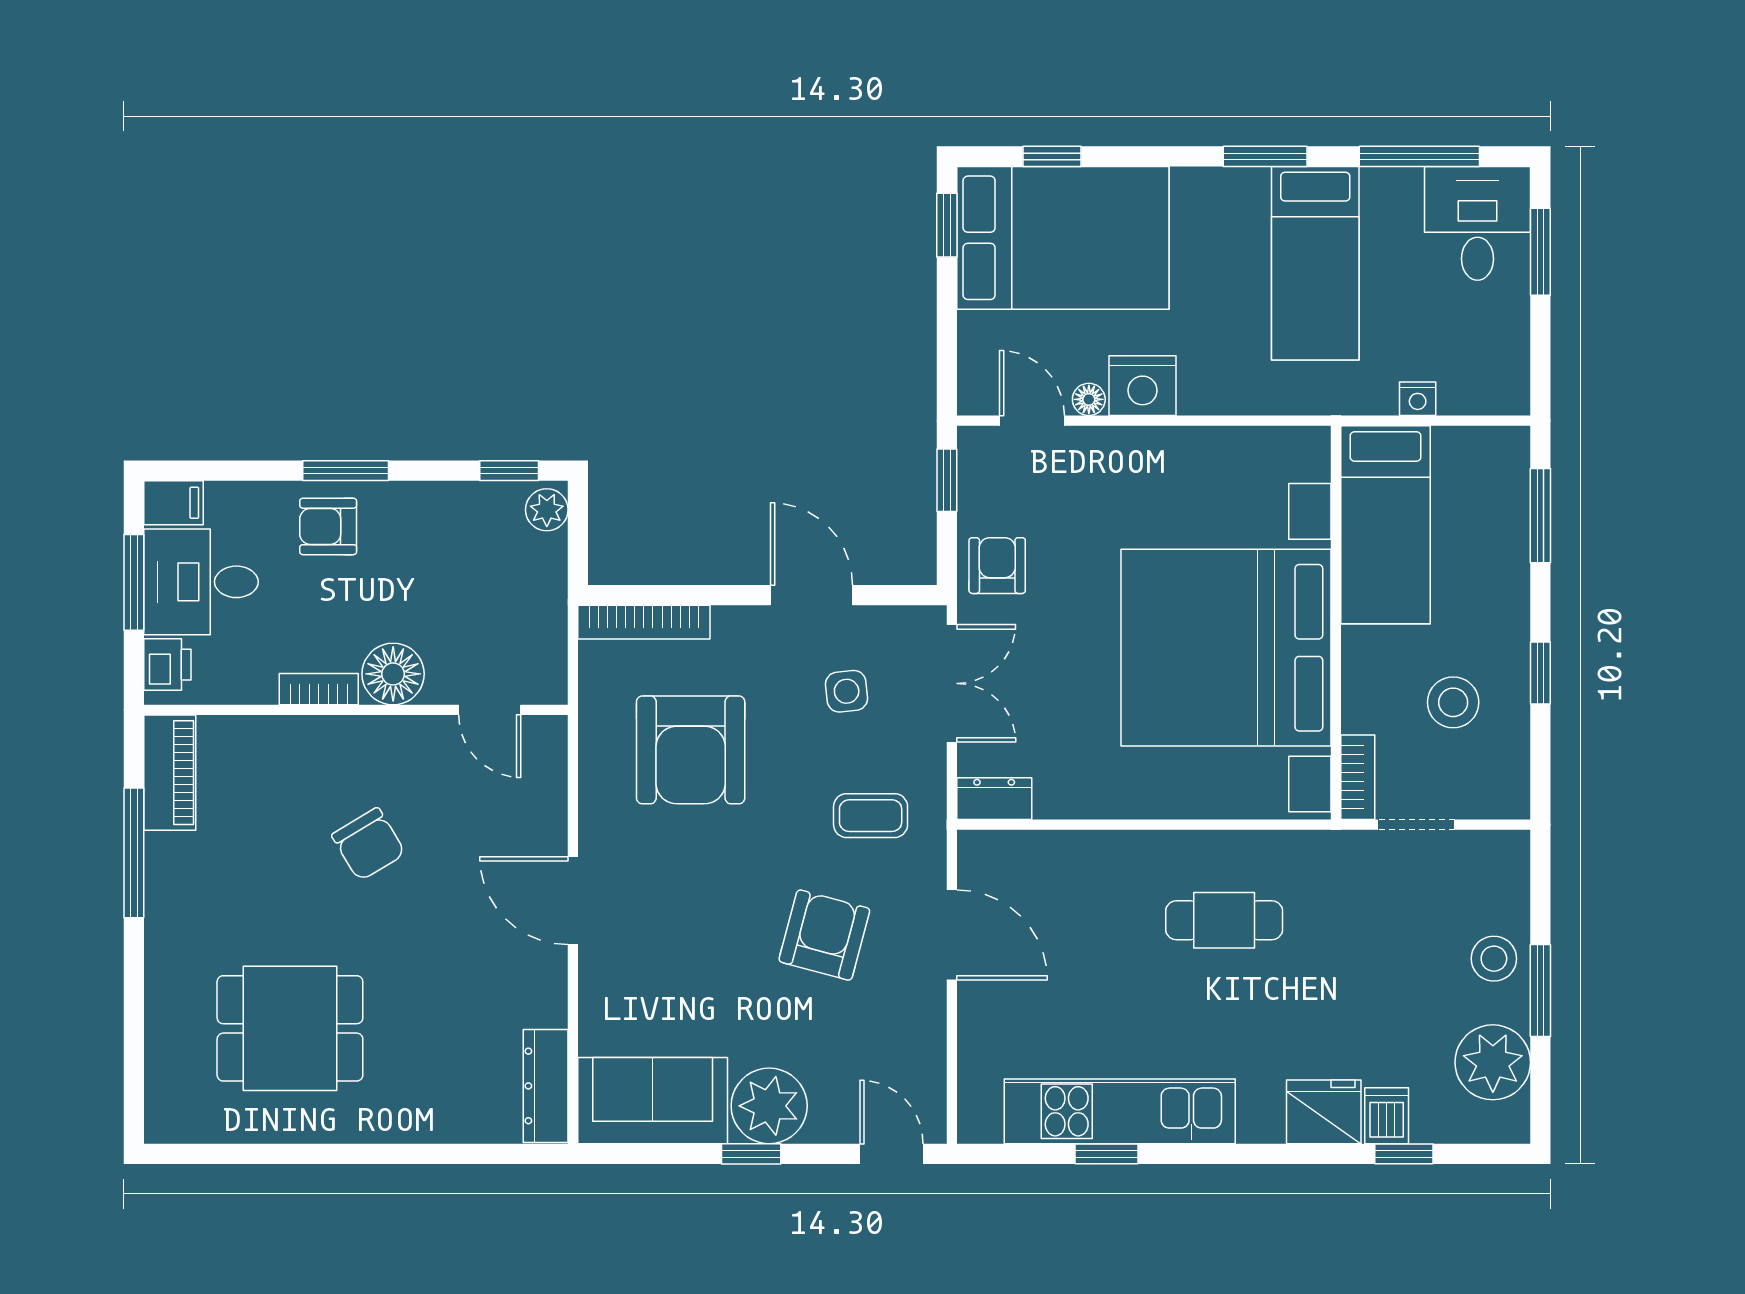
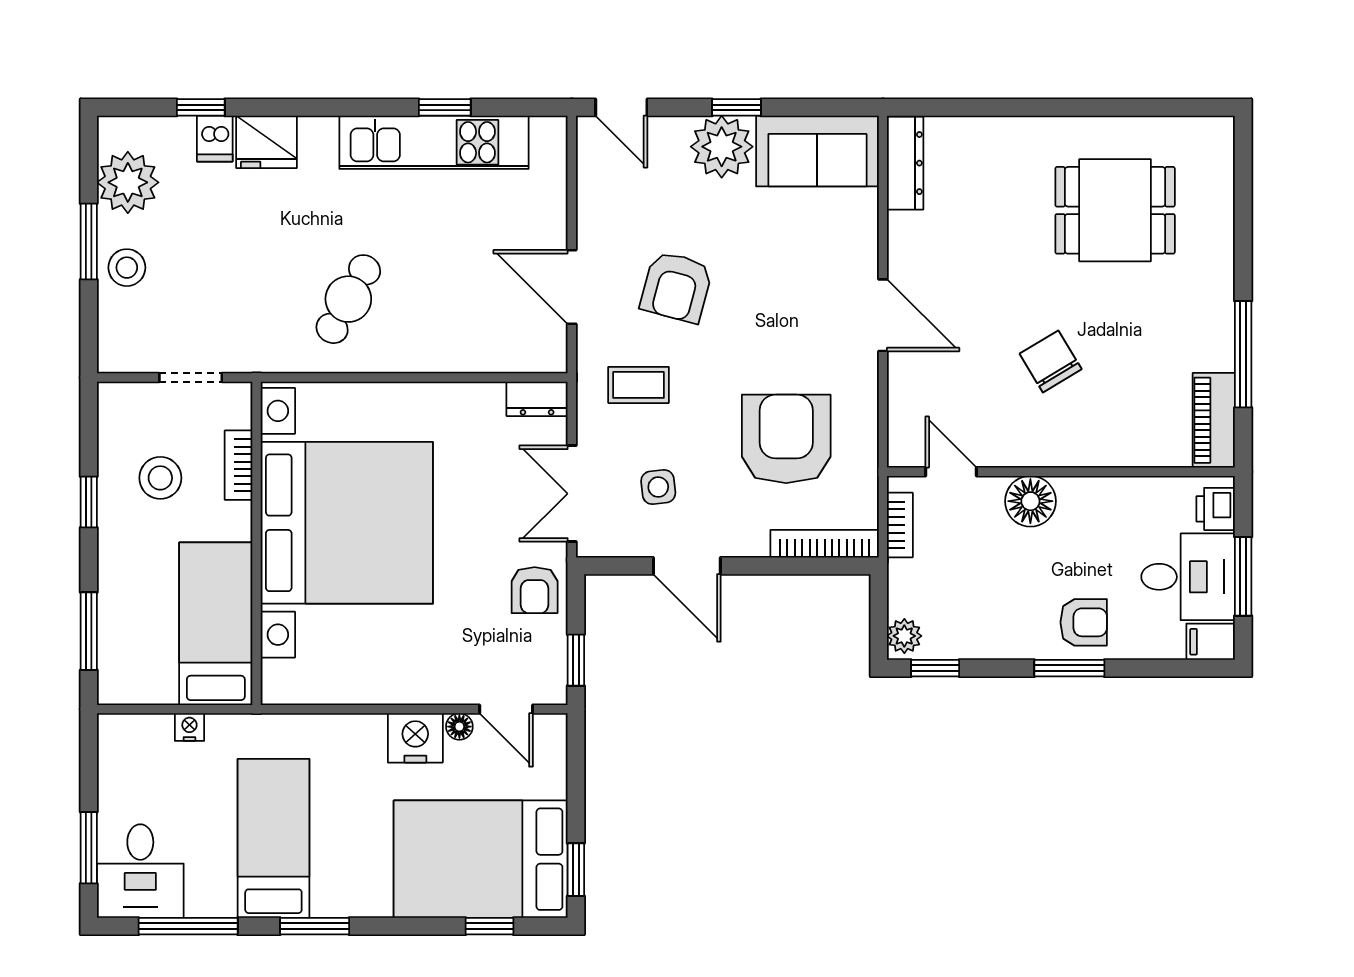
bookcase: (319, 689) -> (900, 525), moved, turned -90
bookcase: (1358, 777) -> (239, 465), moved
cafe table: (1224, 920) -> (348, 299), turned -61

